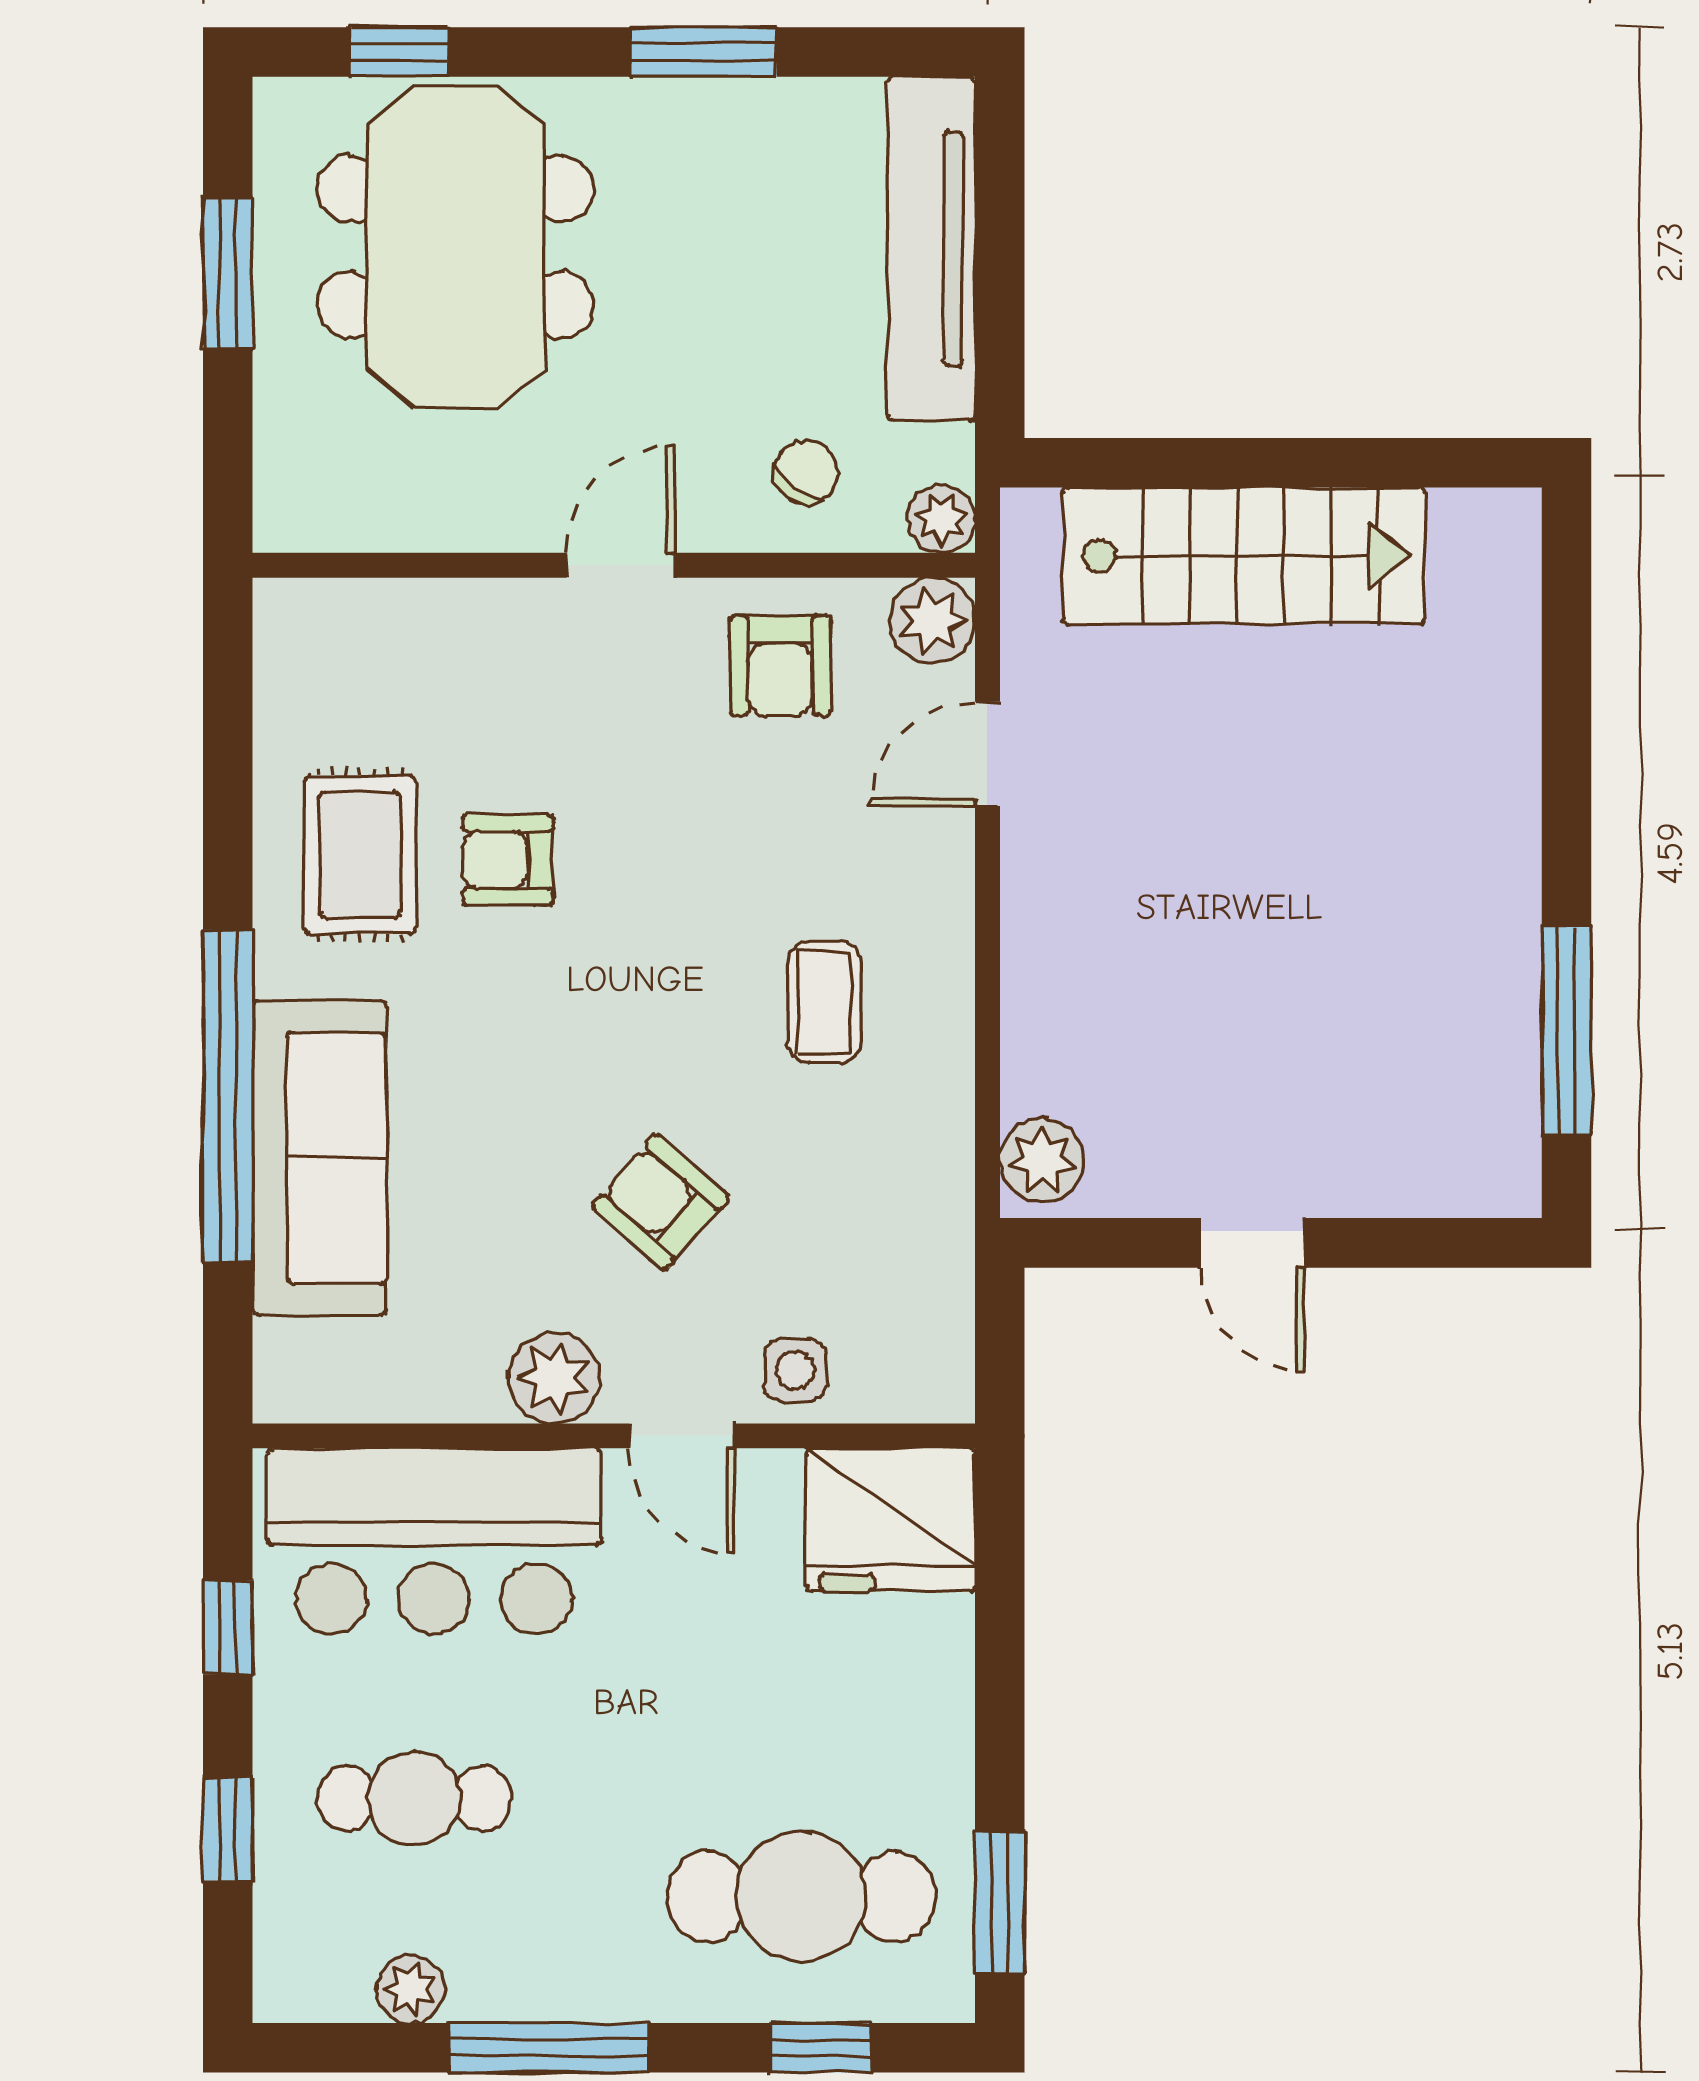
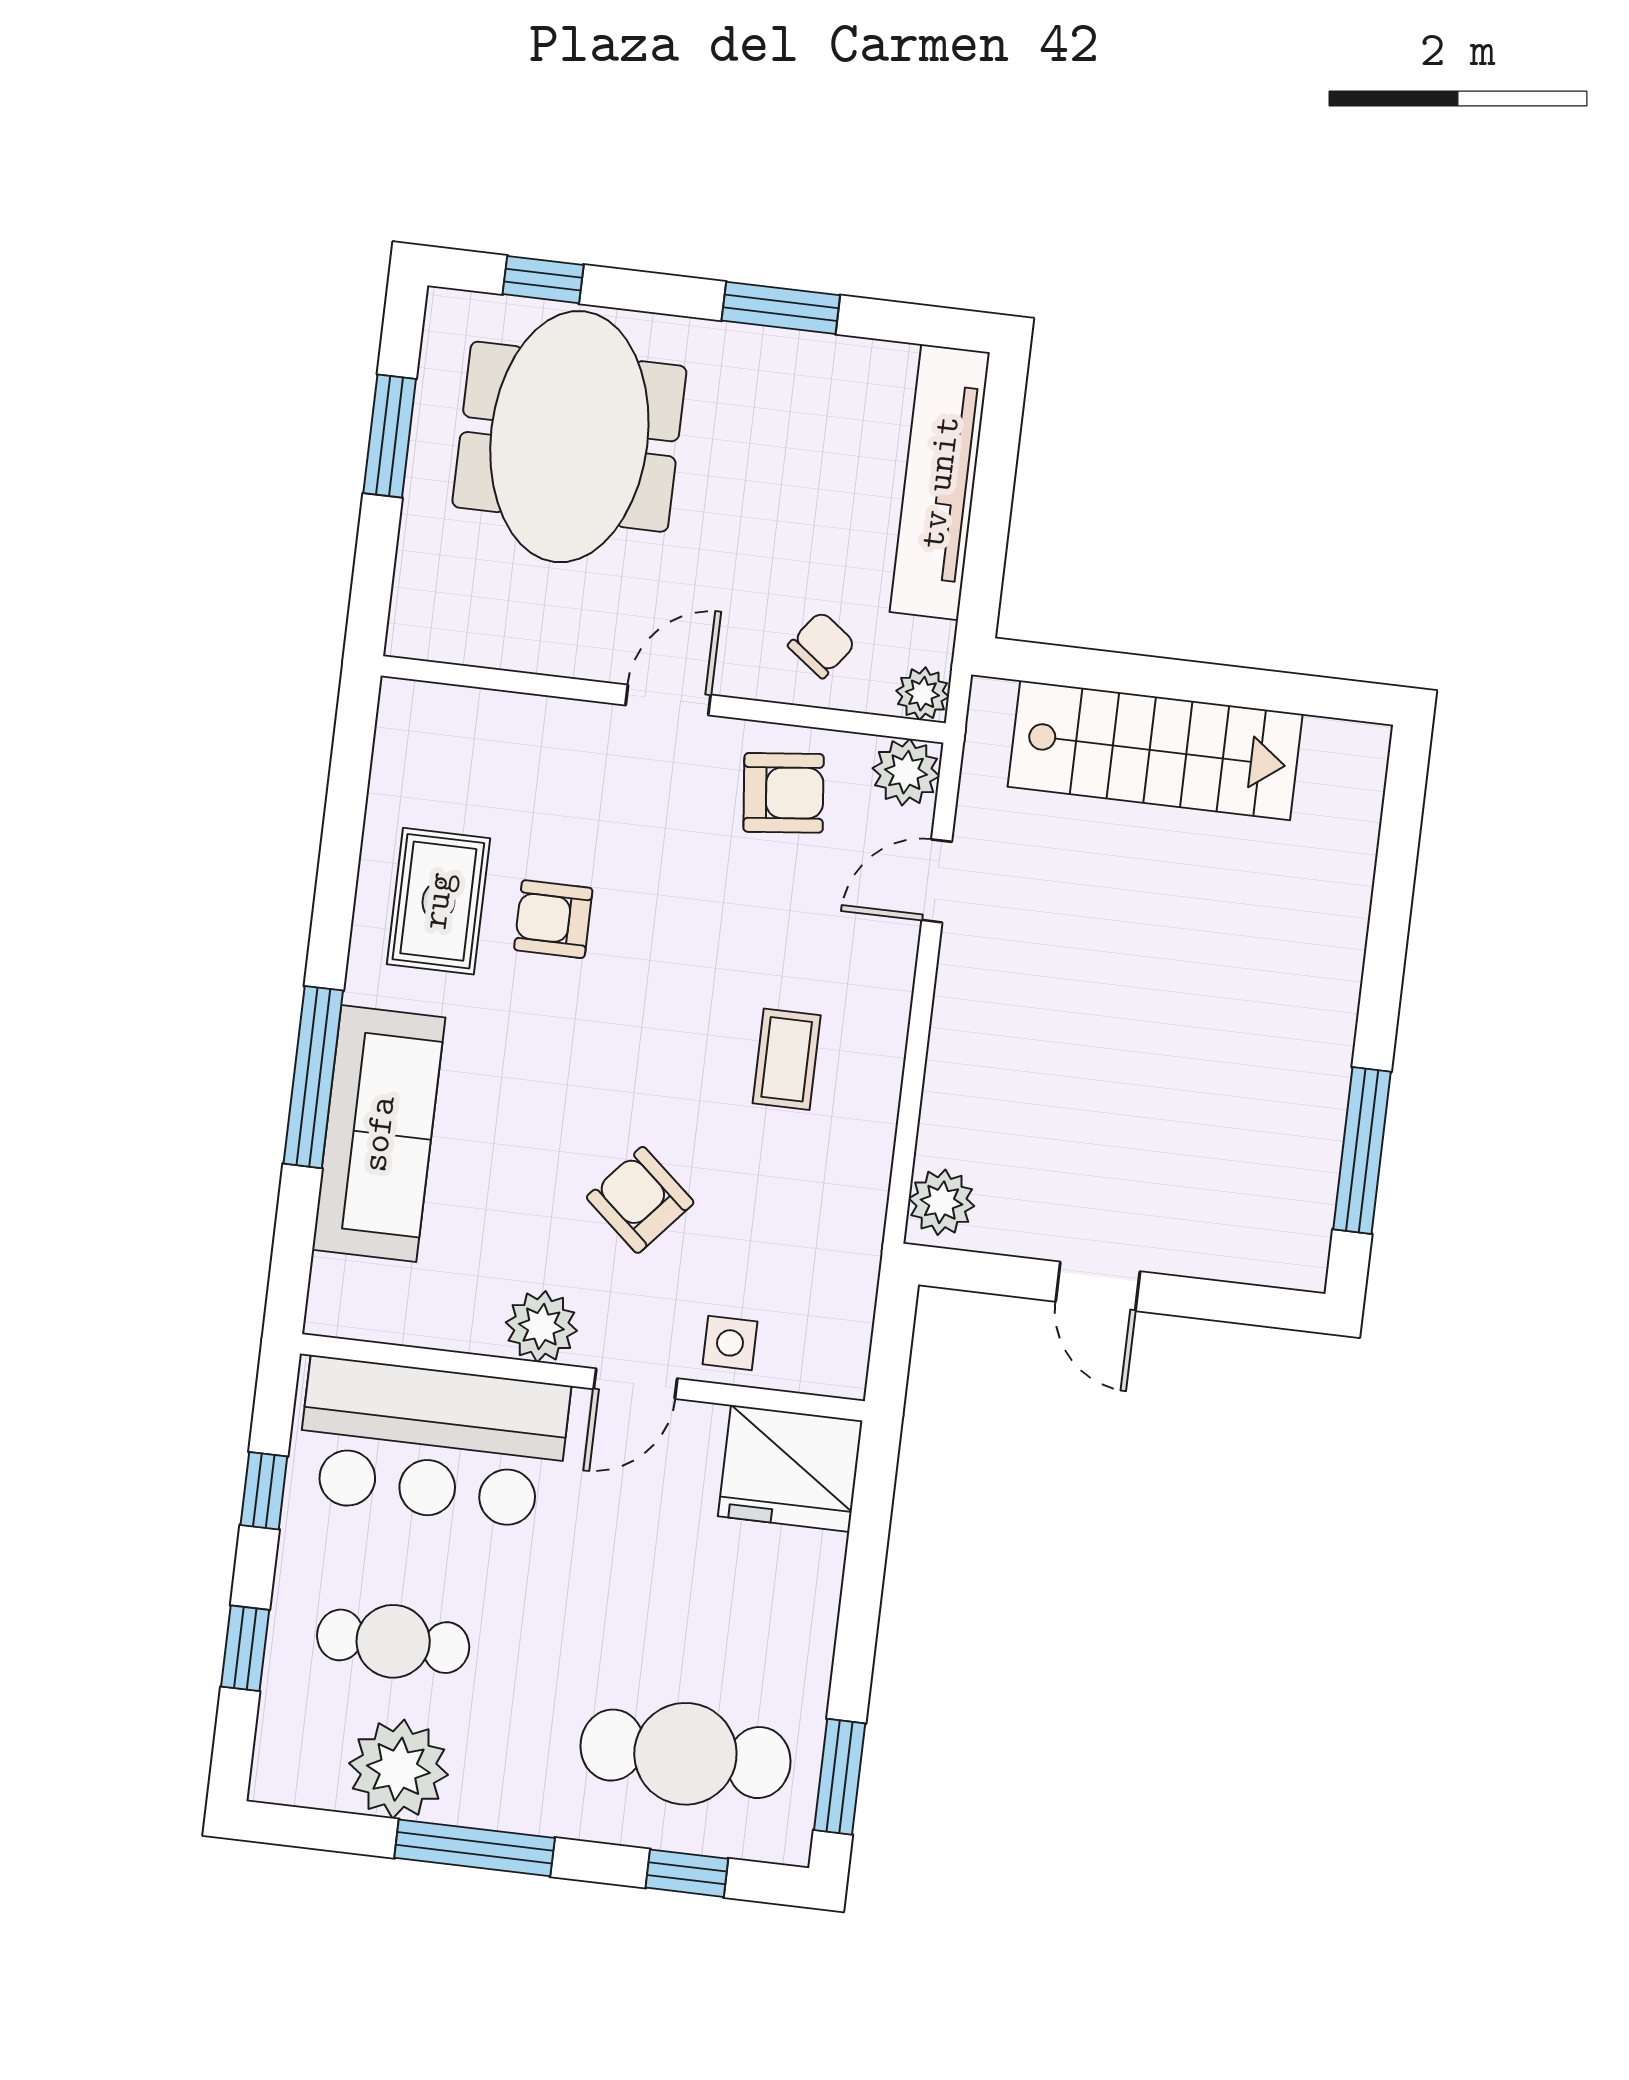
armchair: (780, 666) -> (784, 793), turned -96
window: (228, 1096) -> (313, 1077), width x0.68
door: (682, 1436) -> (635, 1384), hinge flipped
plant: (410, 1989) -> (398, 1769), width x1.87, depth x1.87

